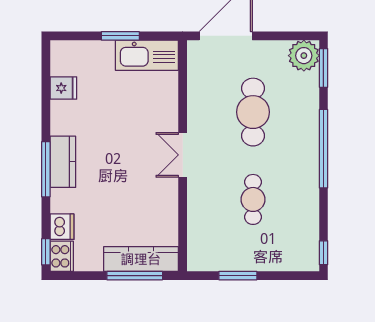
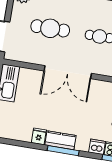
fridge: (63, 88) -> (39, 136), moved
double door: (183, 155) -> (68, 72), width x1.87

